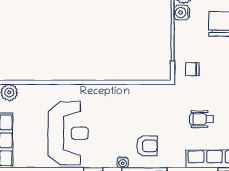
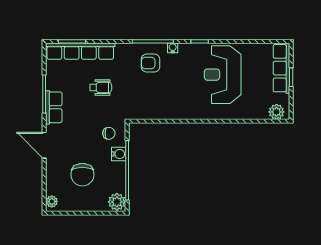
water cooler: (182, 13) -> (119, 154), moved

